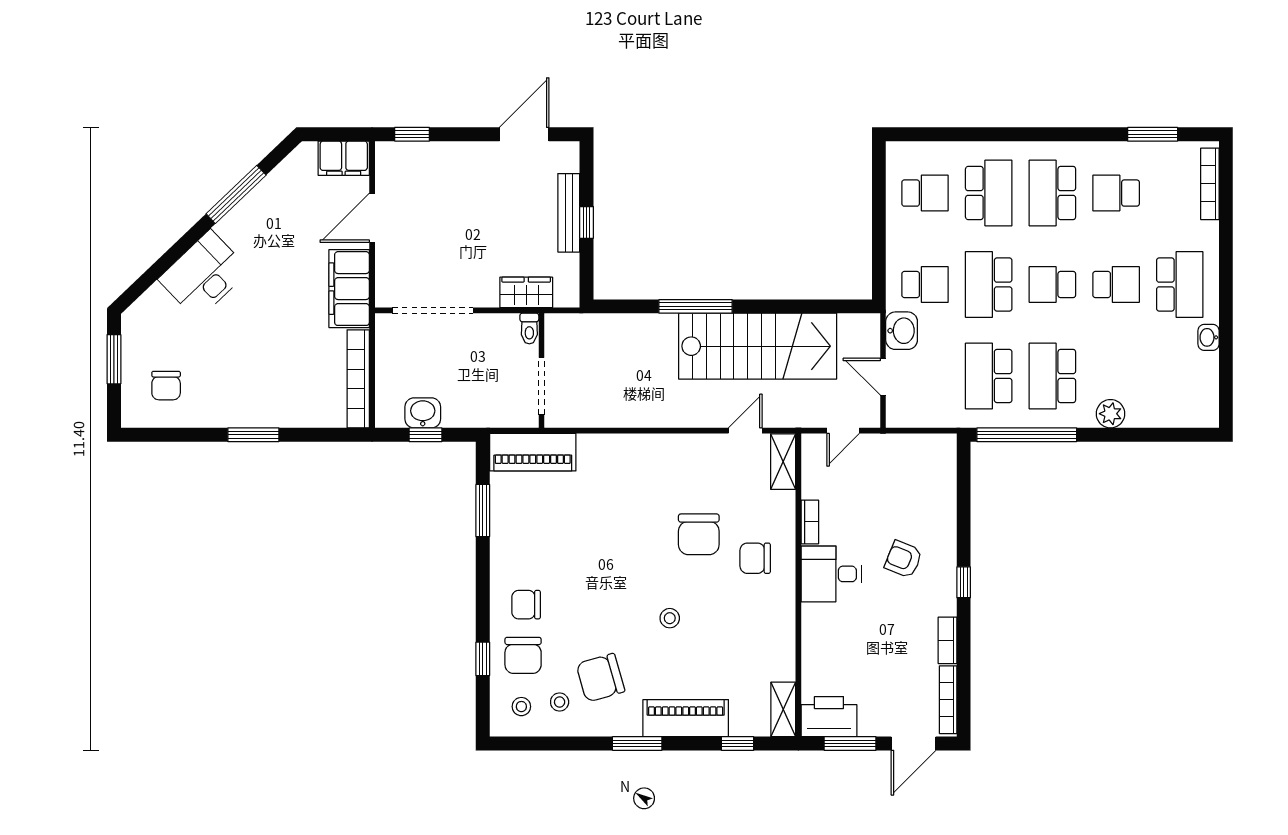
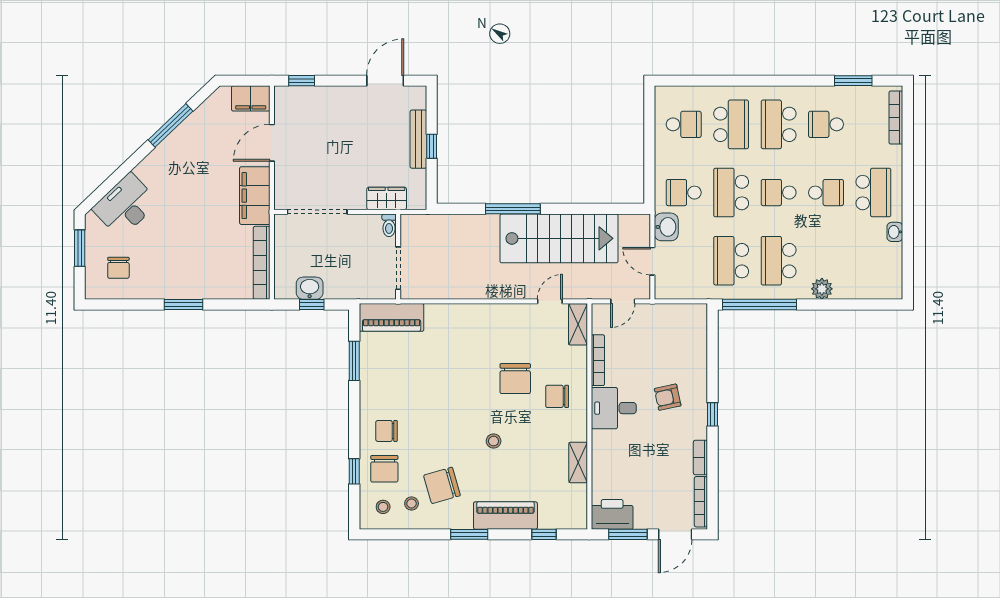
desk: (204, 275) -> (125, 205), moved
school desk: (925, 285) -> (684, 193), turned 180
bookcase: (810, 522) -> (598, 360), width x1.56
armchair: (903, 559) -> (668, 397), turned -34
shelving: (783, 709) -> (578, 462), moved

